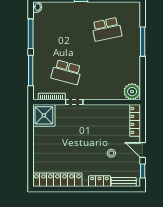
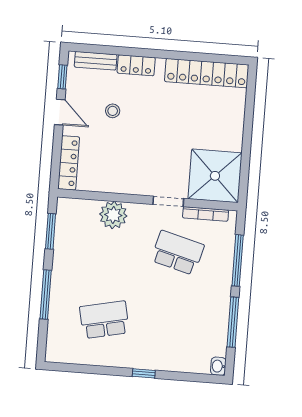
window: (143, 79) -> (51, 231), added
plant: (132, 92) -> (113, 215), moved
shower: (44, 115) -> (215, 176), width x1.37, depth x1.37

